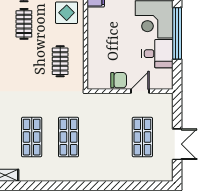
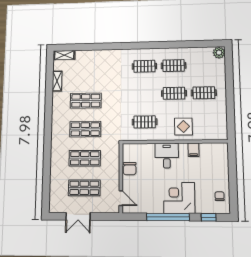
desk: (157, 54) -> (167, 156), moved, turned 180
door: (140, 91) -> (121, 198), moved
shop shelf: (105, 137) -> (85, 158), added

